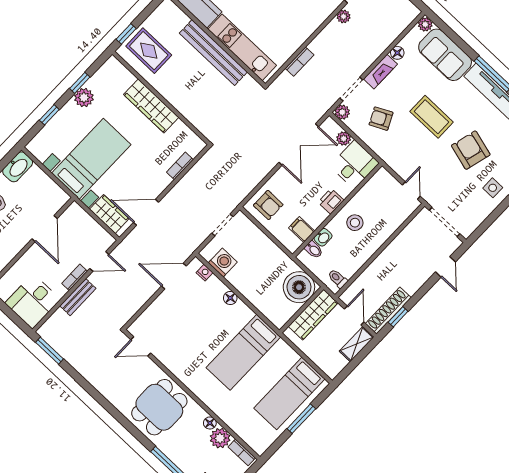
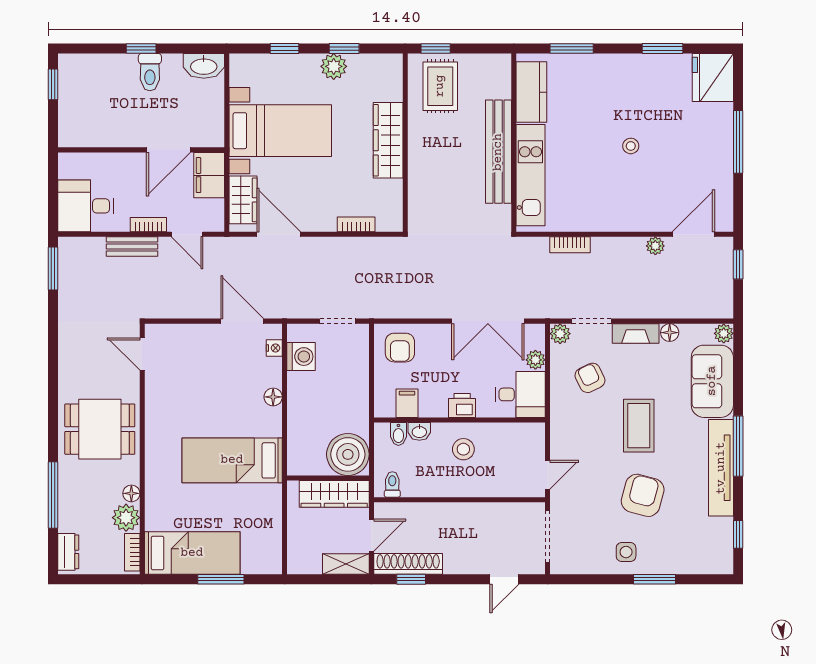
filing cabinet: (79, 220) -> (209, 175), added
bed: (289, 393) -> (192, 553), moved, turned 180

